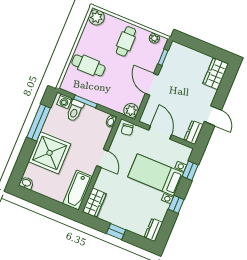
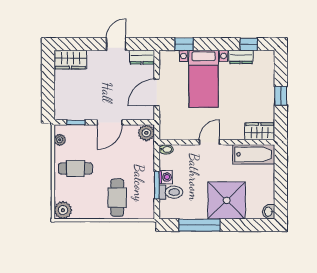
washing machine: (64, 101) -> (166, 177), moved
chair: (127, 129) -> (168, 129), removed
window: (176, 204) -> (249, 44), moved
dresser: (153, 230) -> (241, 57), moved

